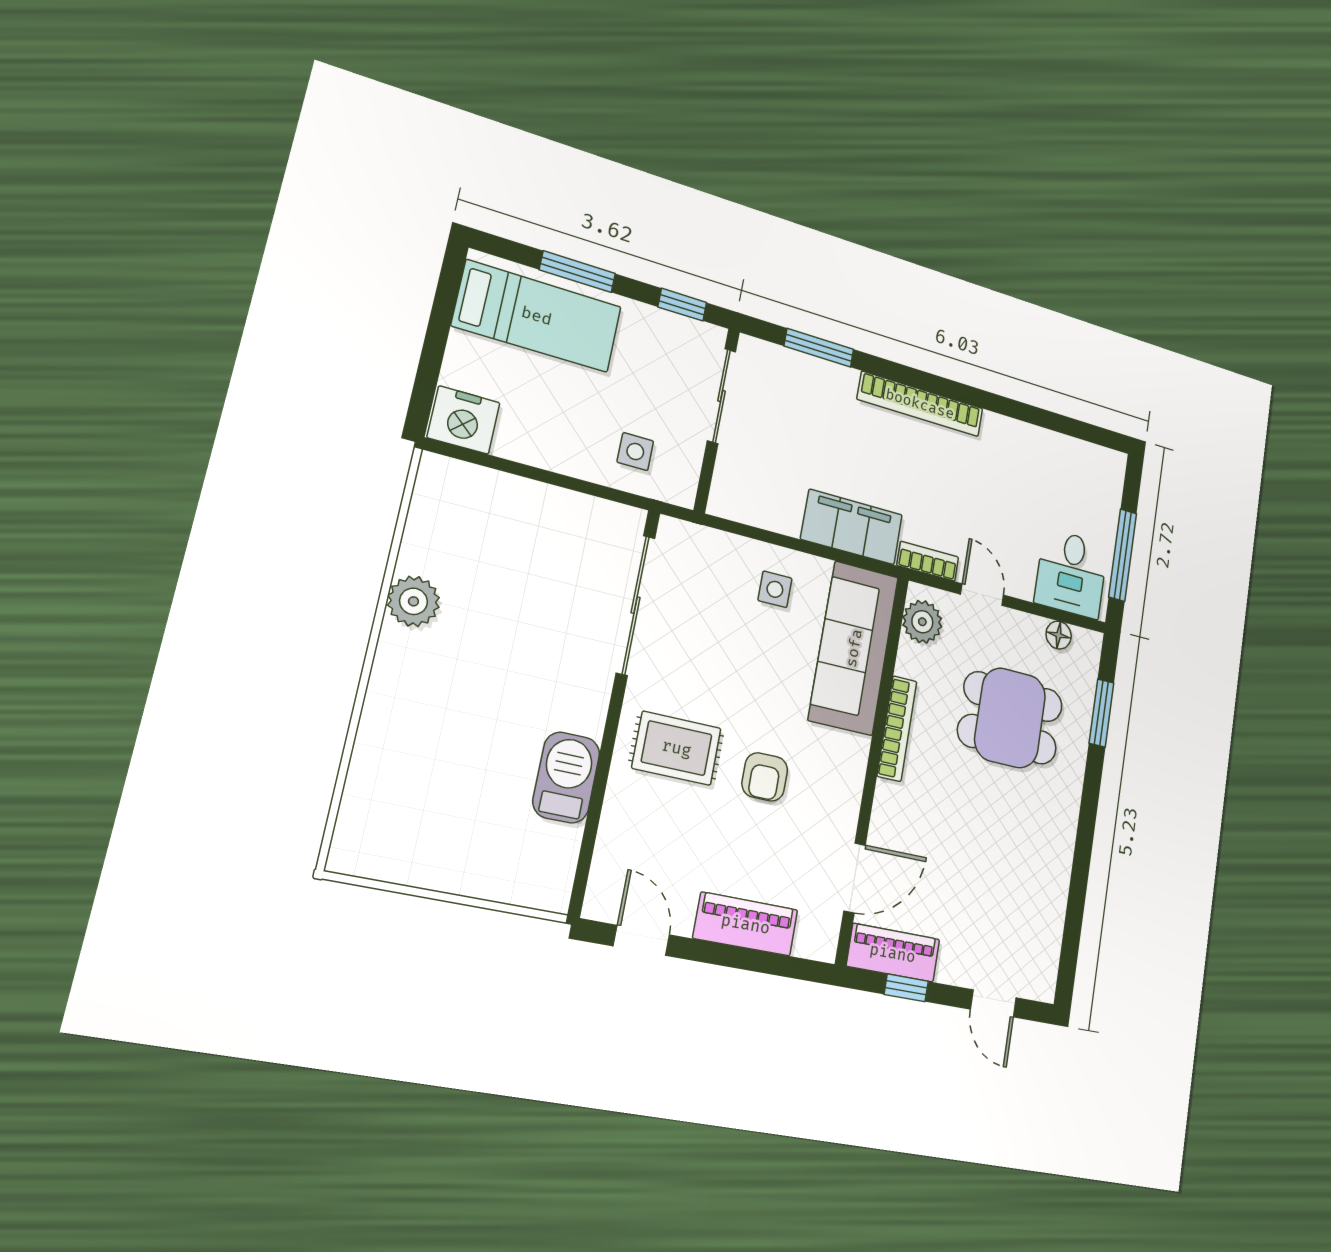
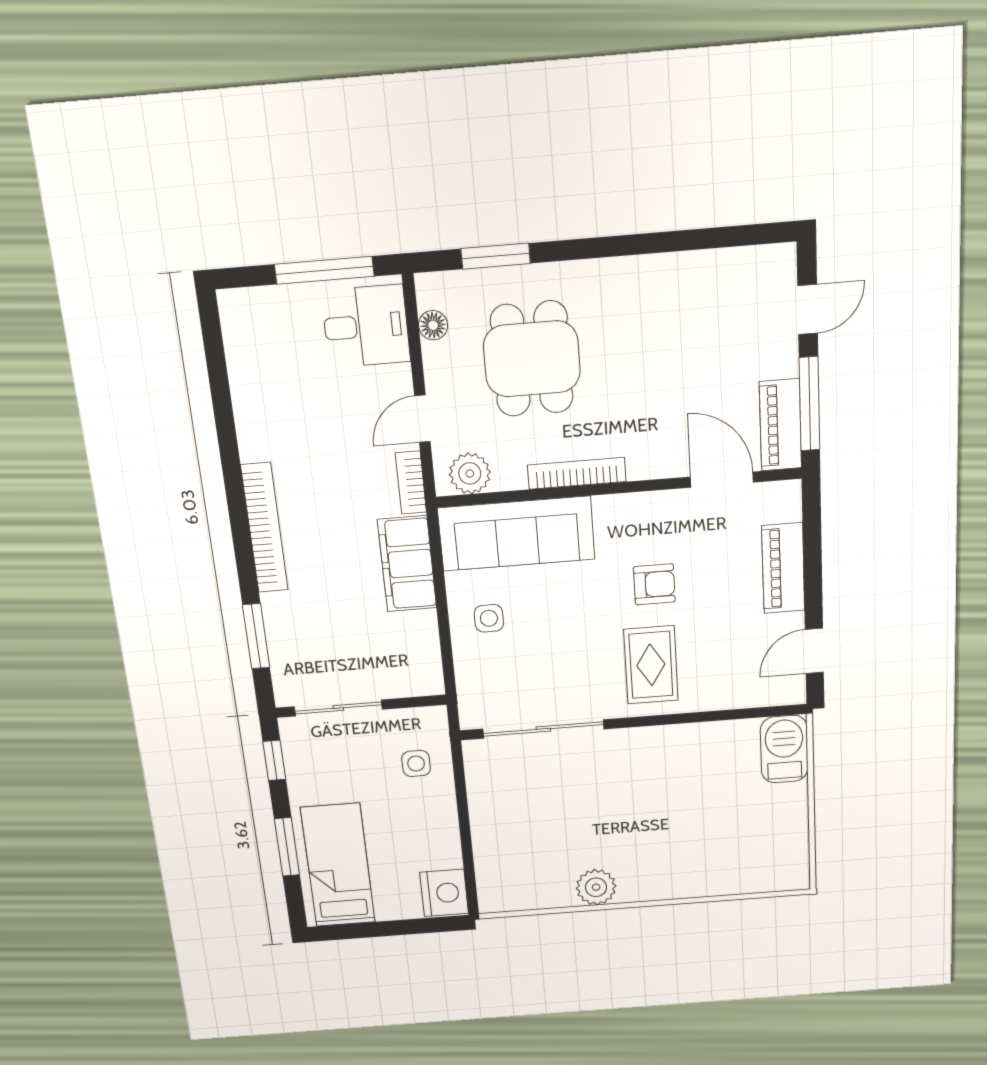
barbecue: (566, 777) -> (784, 749), moved, turned 90
window: (906, 988) -> (809, 404), width x2.17

